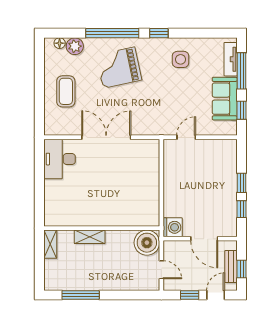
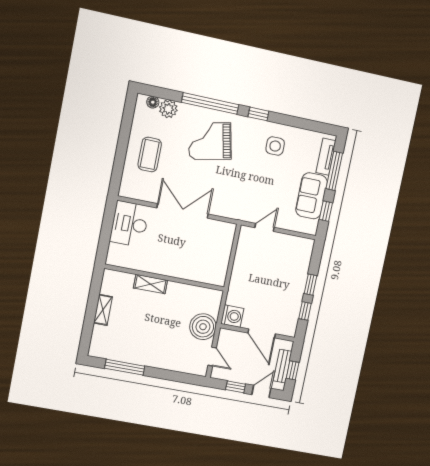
wall: (102, 228) -> (165, 278), moved
shelving: (90, 237) -> (150, 284), moved

